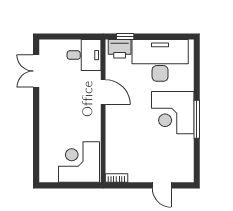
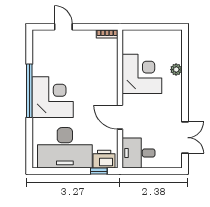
window: (197, 119) -> (29, 91), width x1.46
plant: (45, 141) -> (176, 70), added
corner desk: (79, 162) -> (142, 74), moved, turned -90

